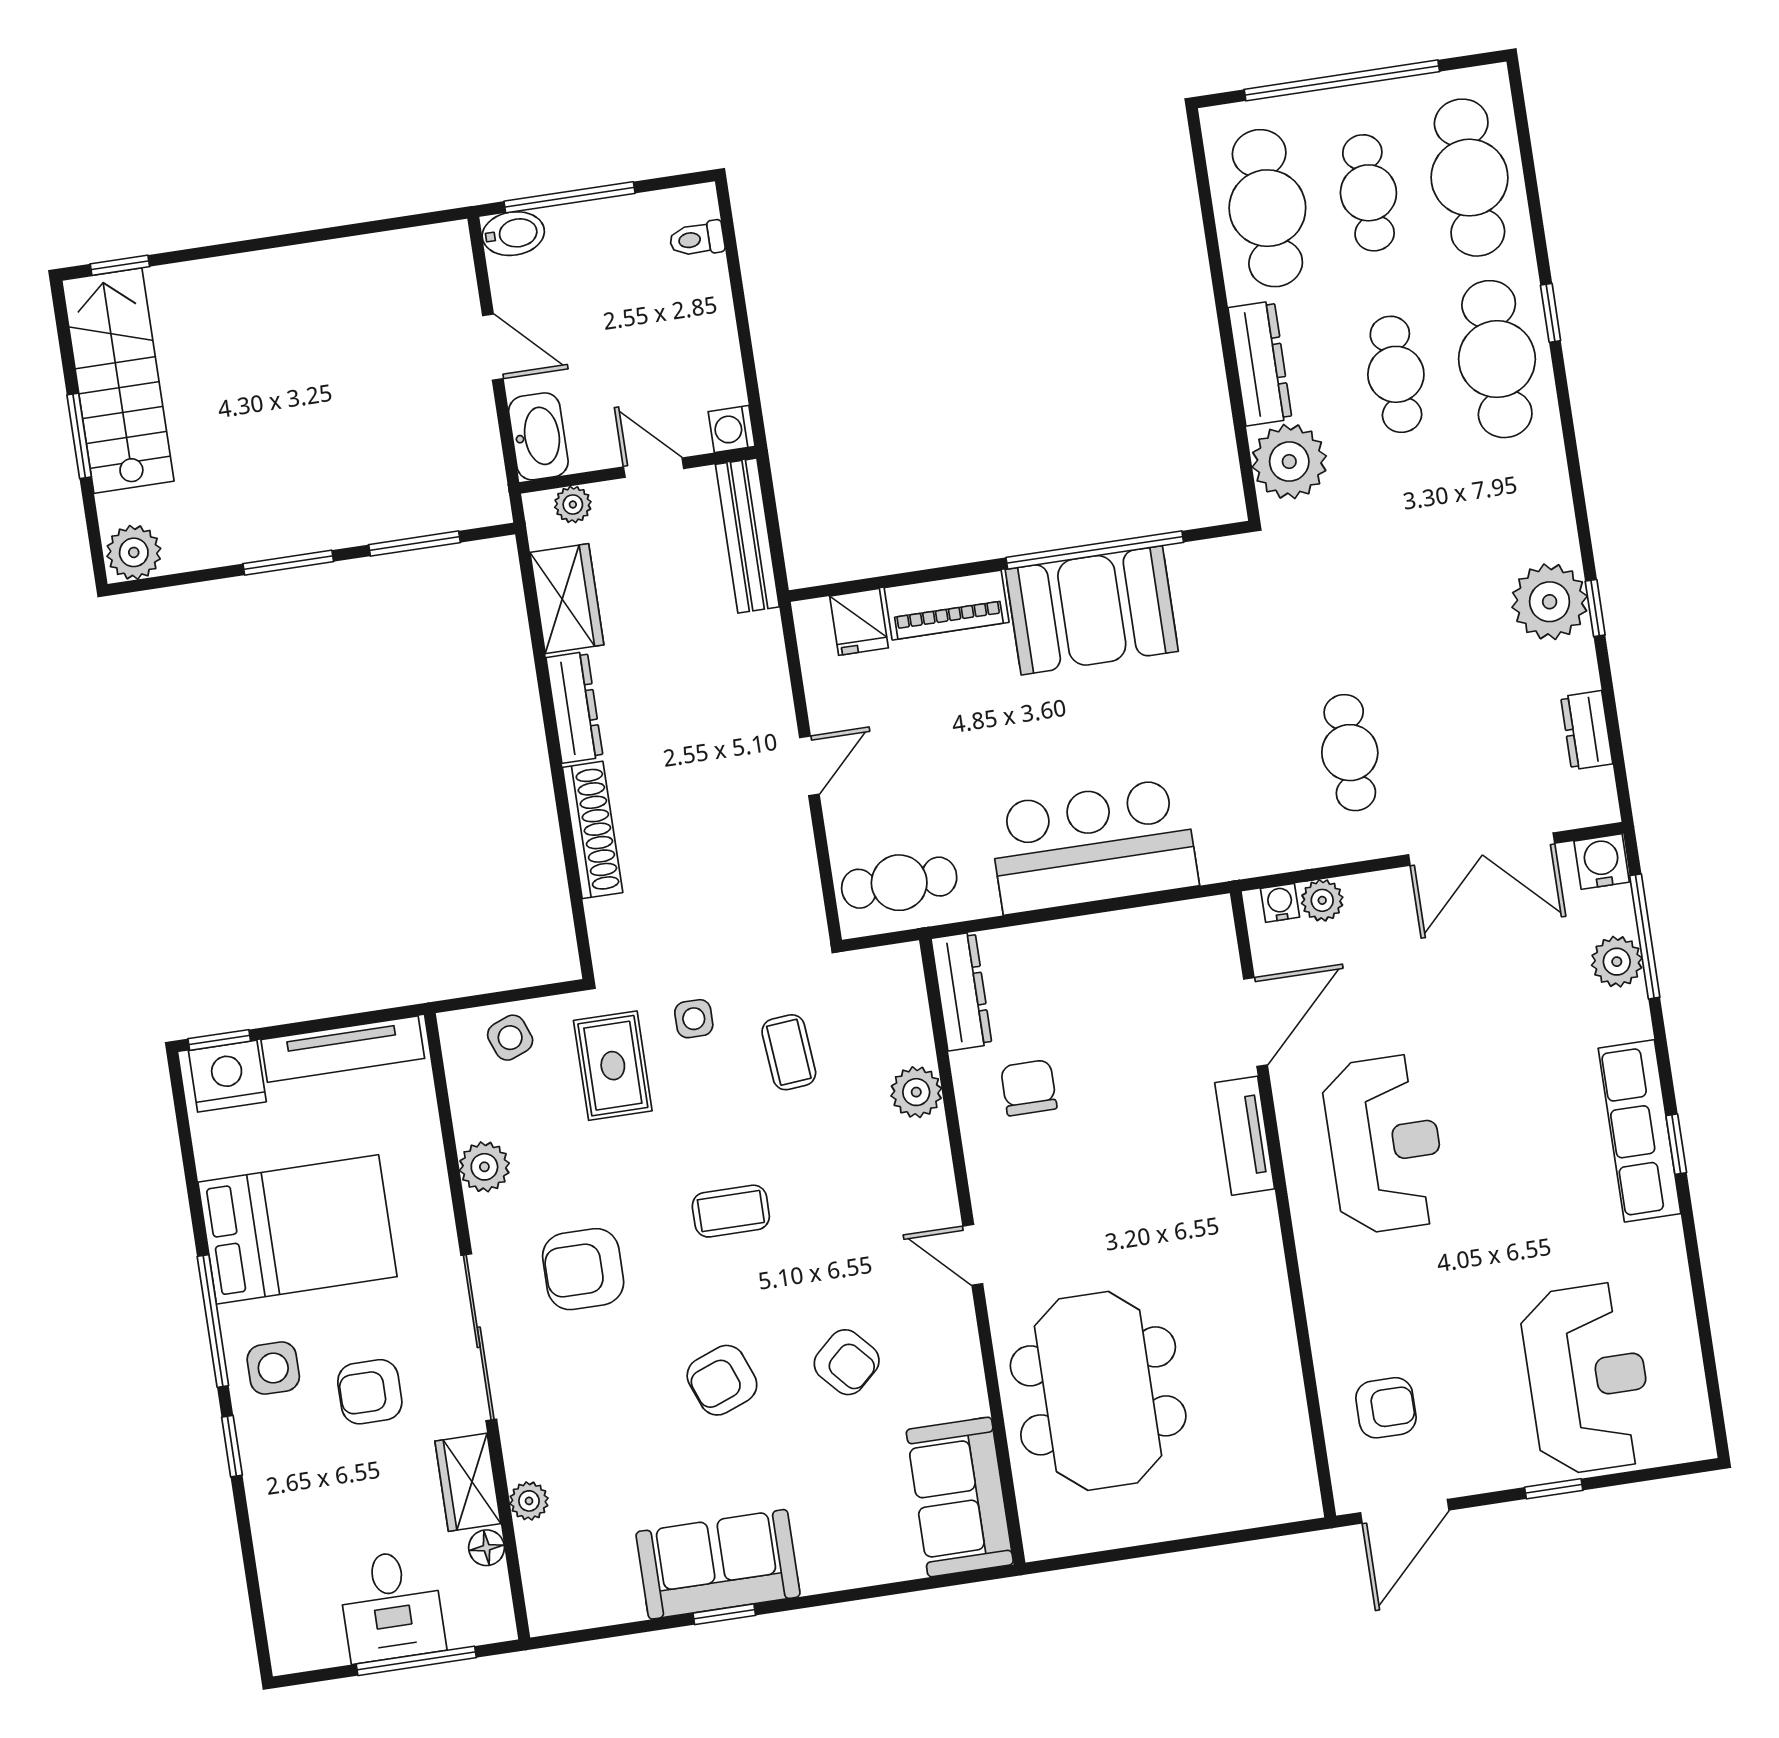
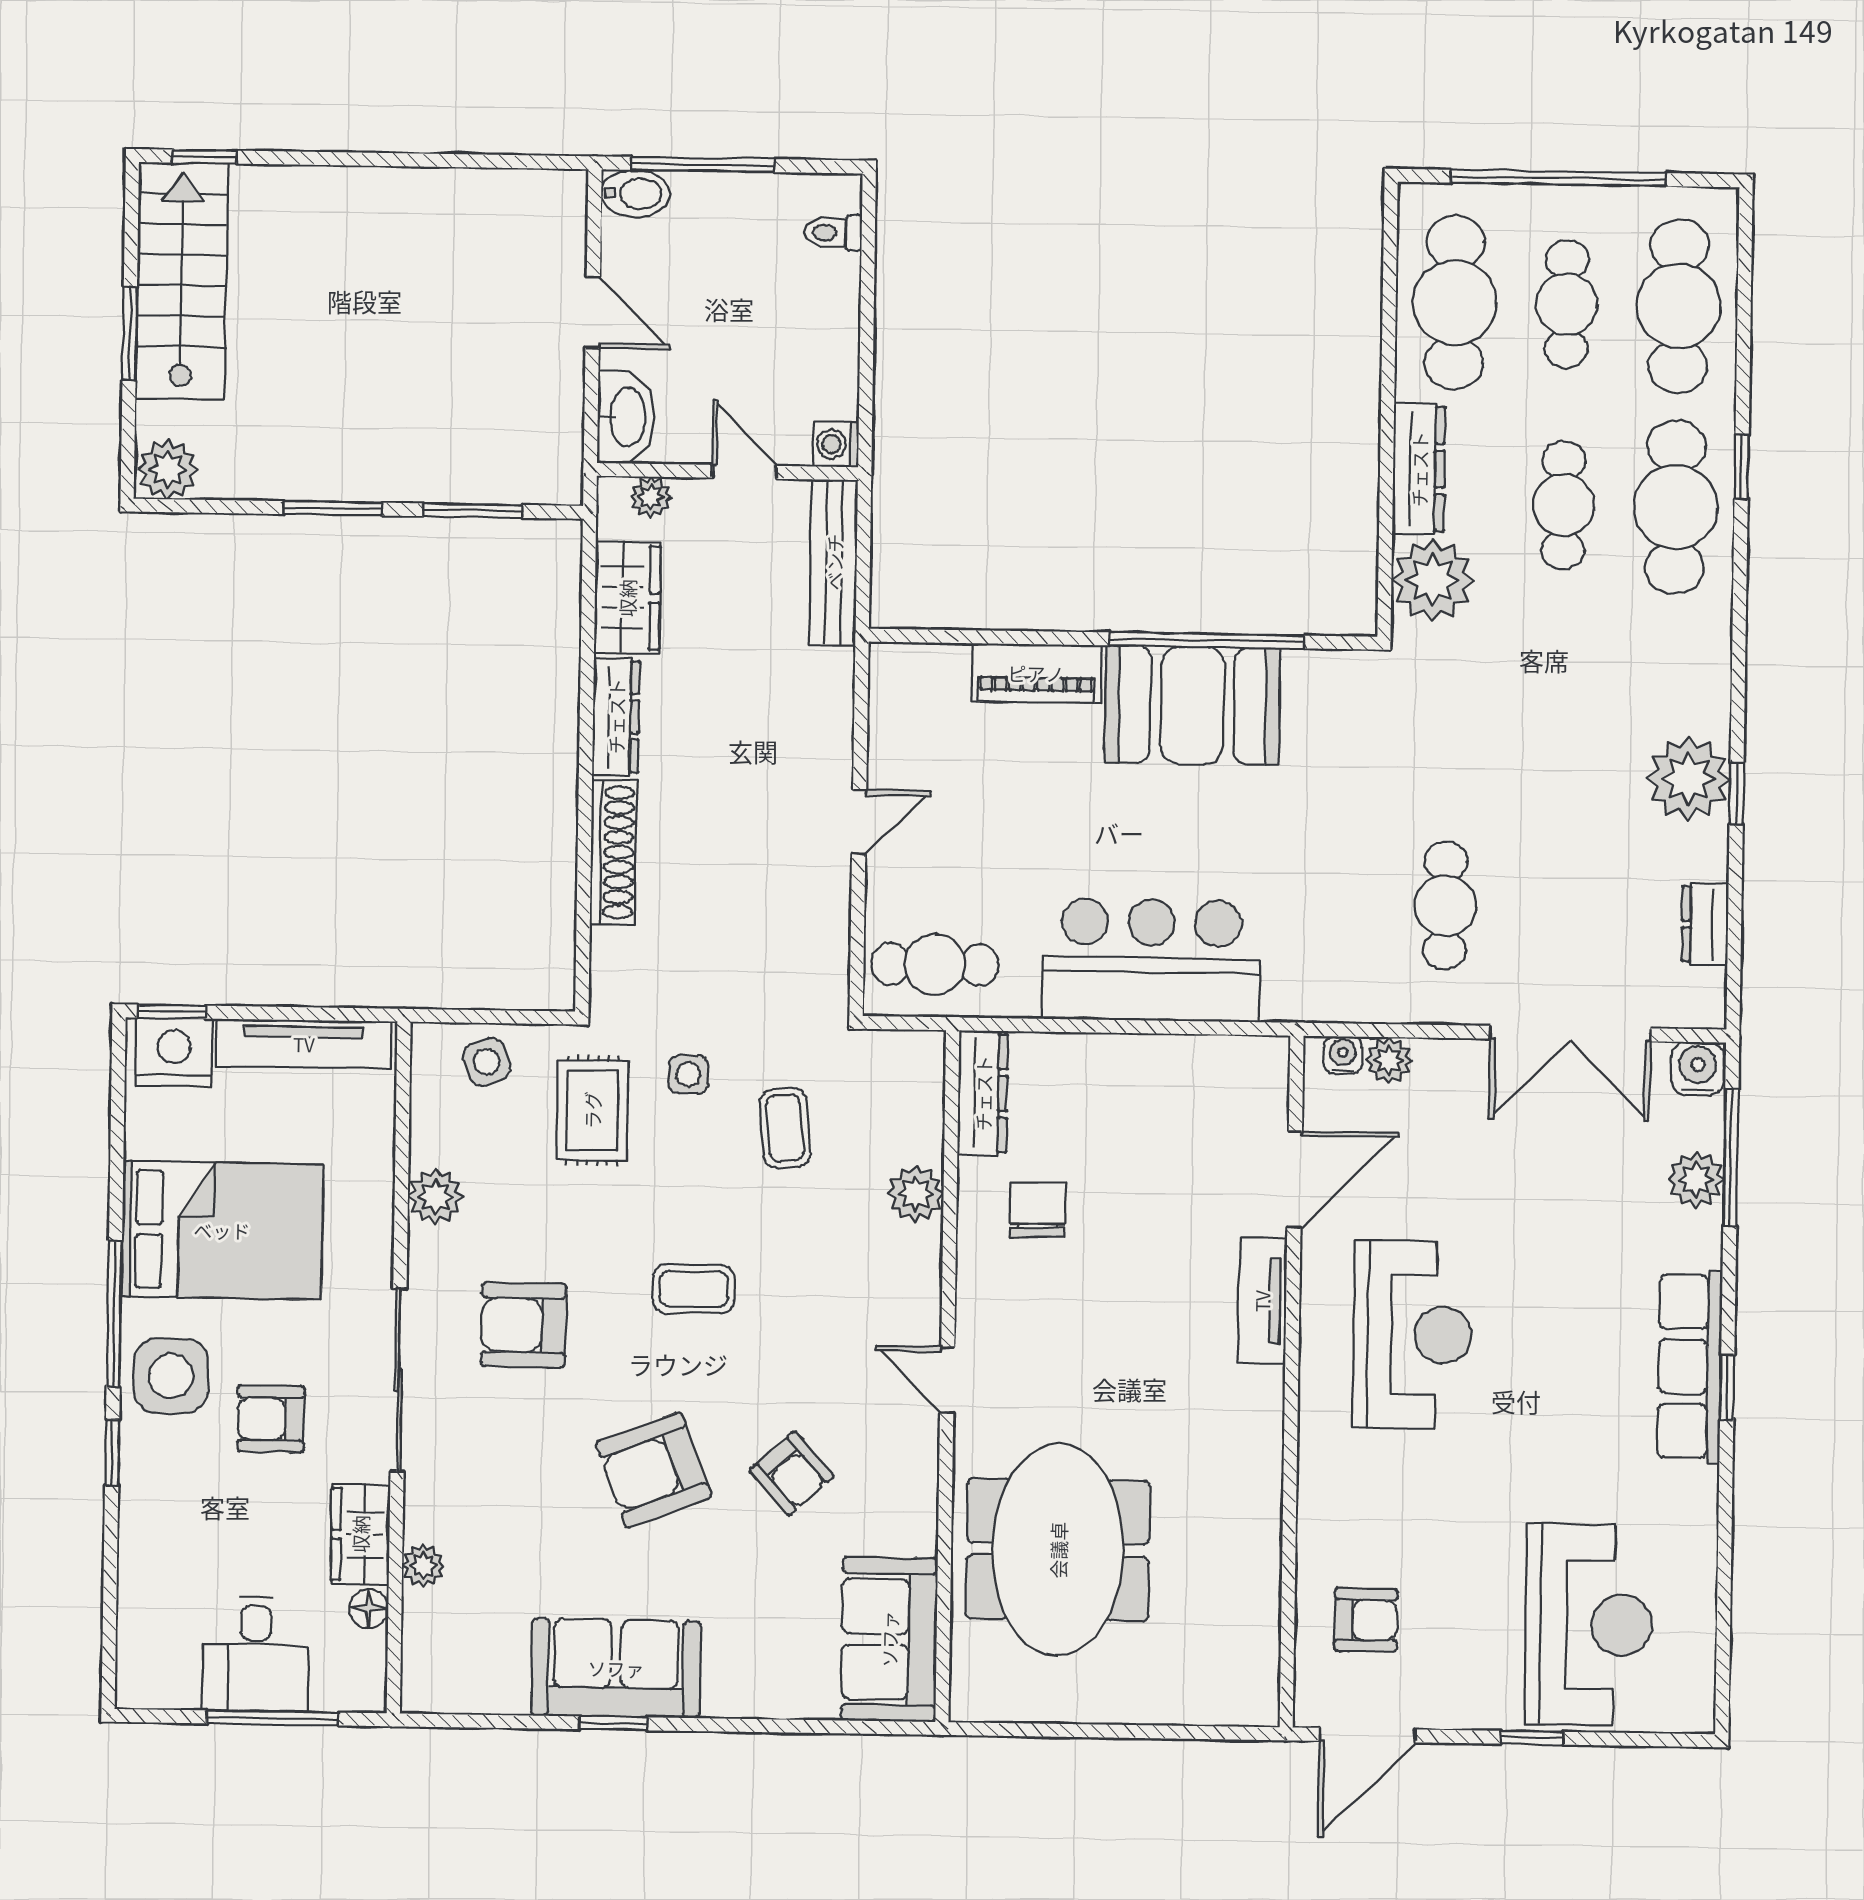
fridge: (859, 622) -> (939, 676), removed
side table: (273, 1368) -> (171, 1376), width x1.37, depth x1.37
armchair: (722, 1380) -> (654, 1470), width x1.38, depth x1.38

